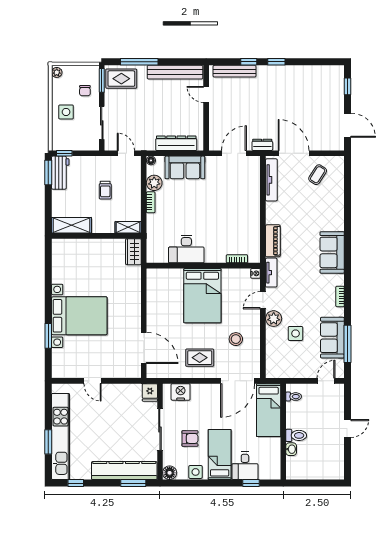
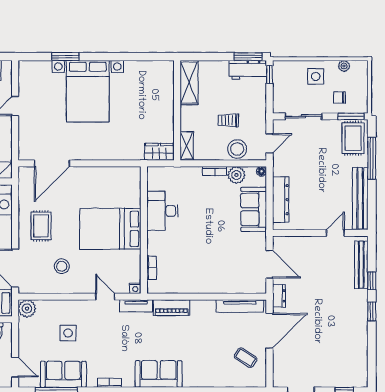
plant: (57, 72) -> (344, 66), moved
stool: (131, 182) -> (237, 149), added
plant: (274, 319) -> (27, 308), moved

